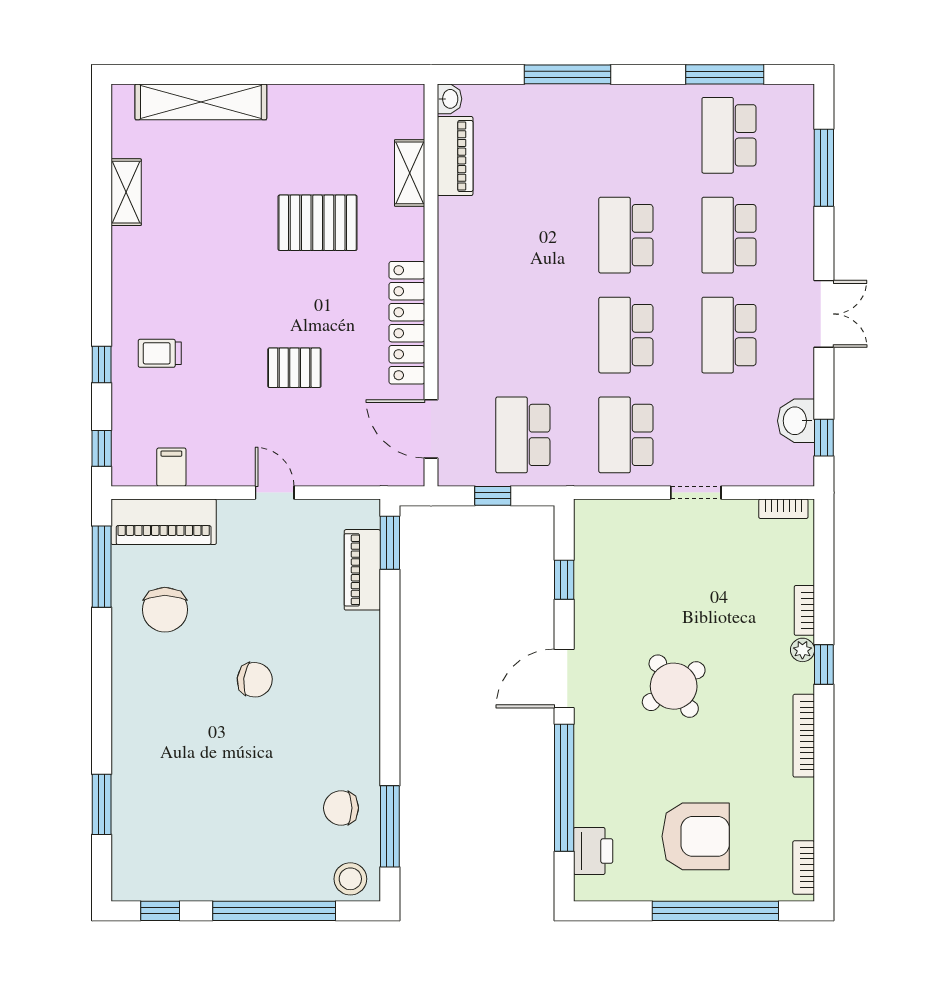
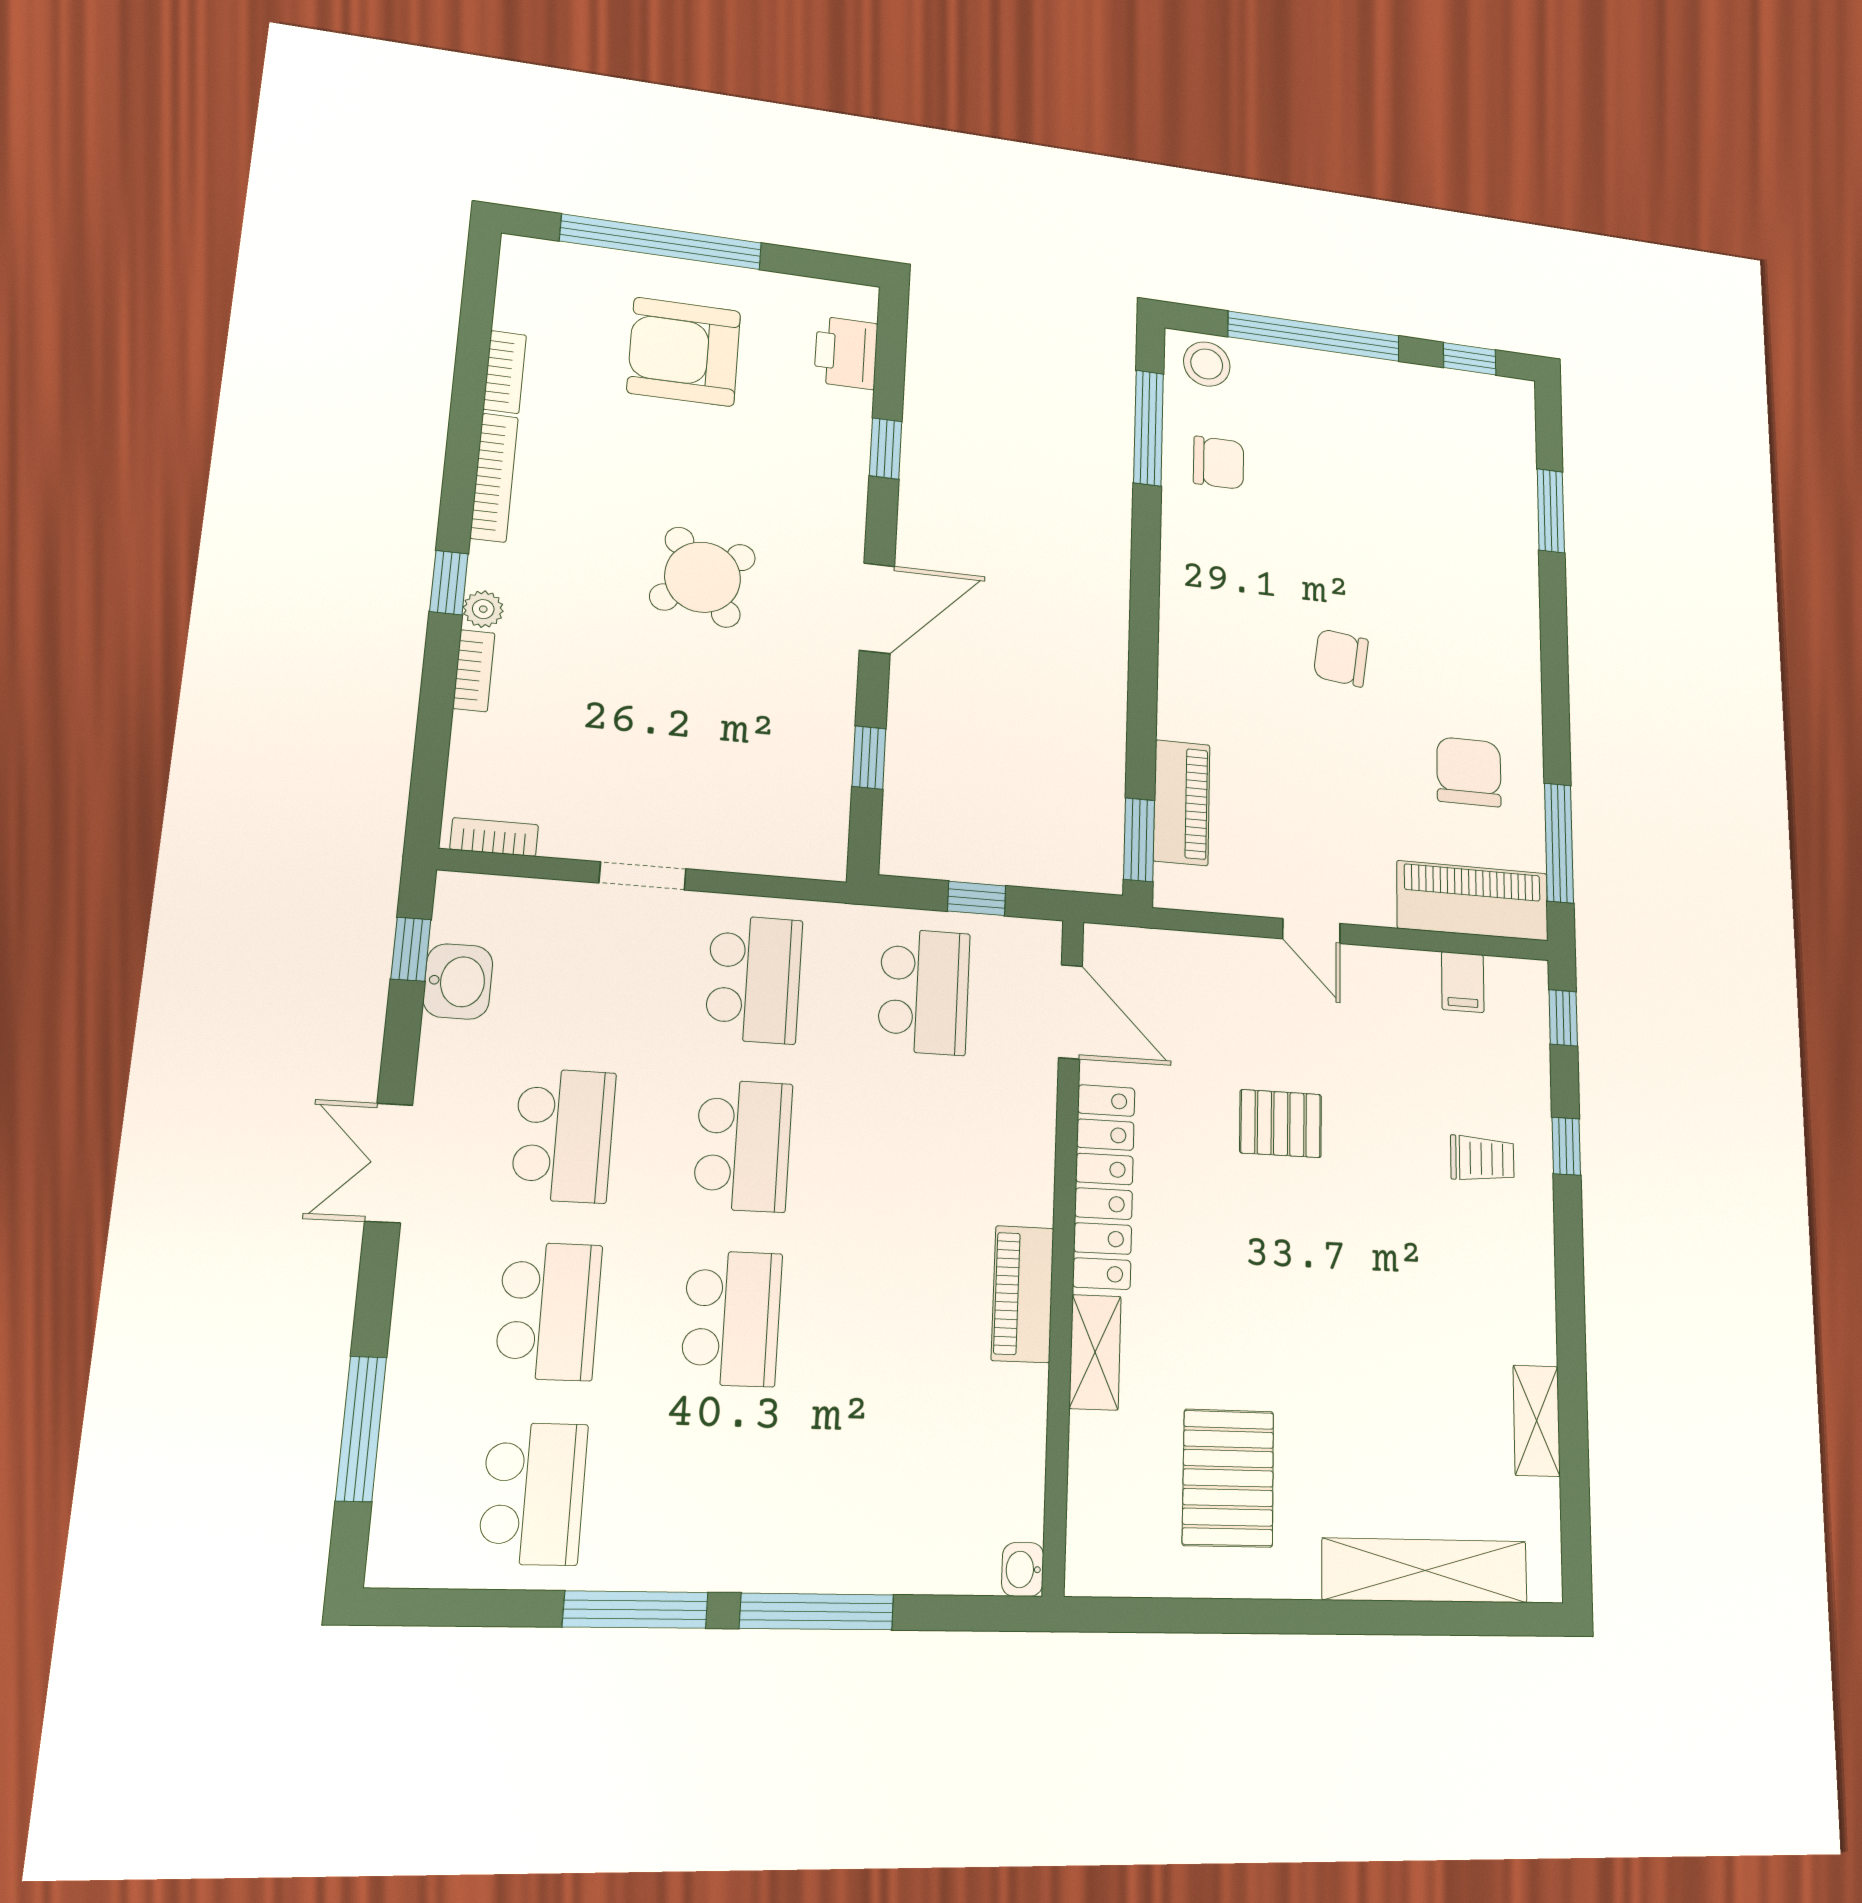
window: (725, 74) -> (636, 1610), moved
piano: (455, 156) -> (1023, 1294), moved
shelving: (410, 173) -> (1095, 1352), moved
pallet: (318, 223) -> (1228, 1478), moved, turned 90
window: (564, 788) -> (886, 449), width x0.32
bookcase: (804, 867) -> (505, 372), moved

